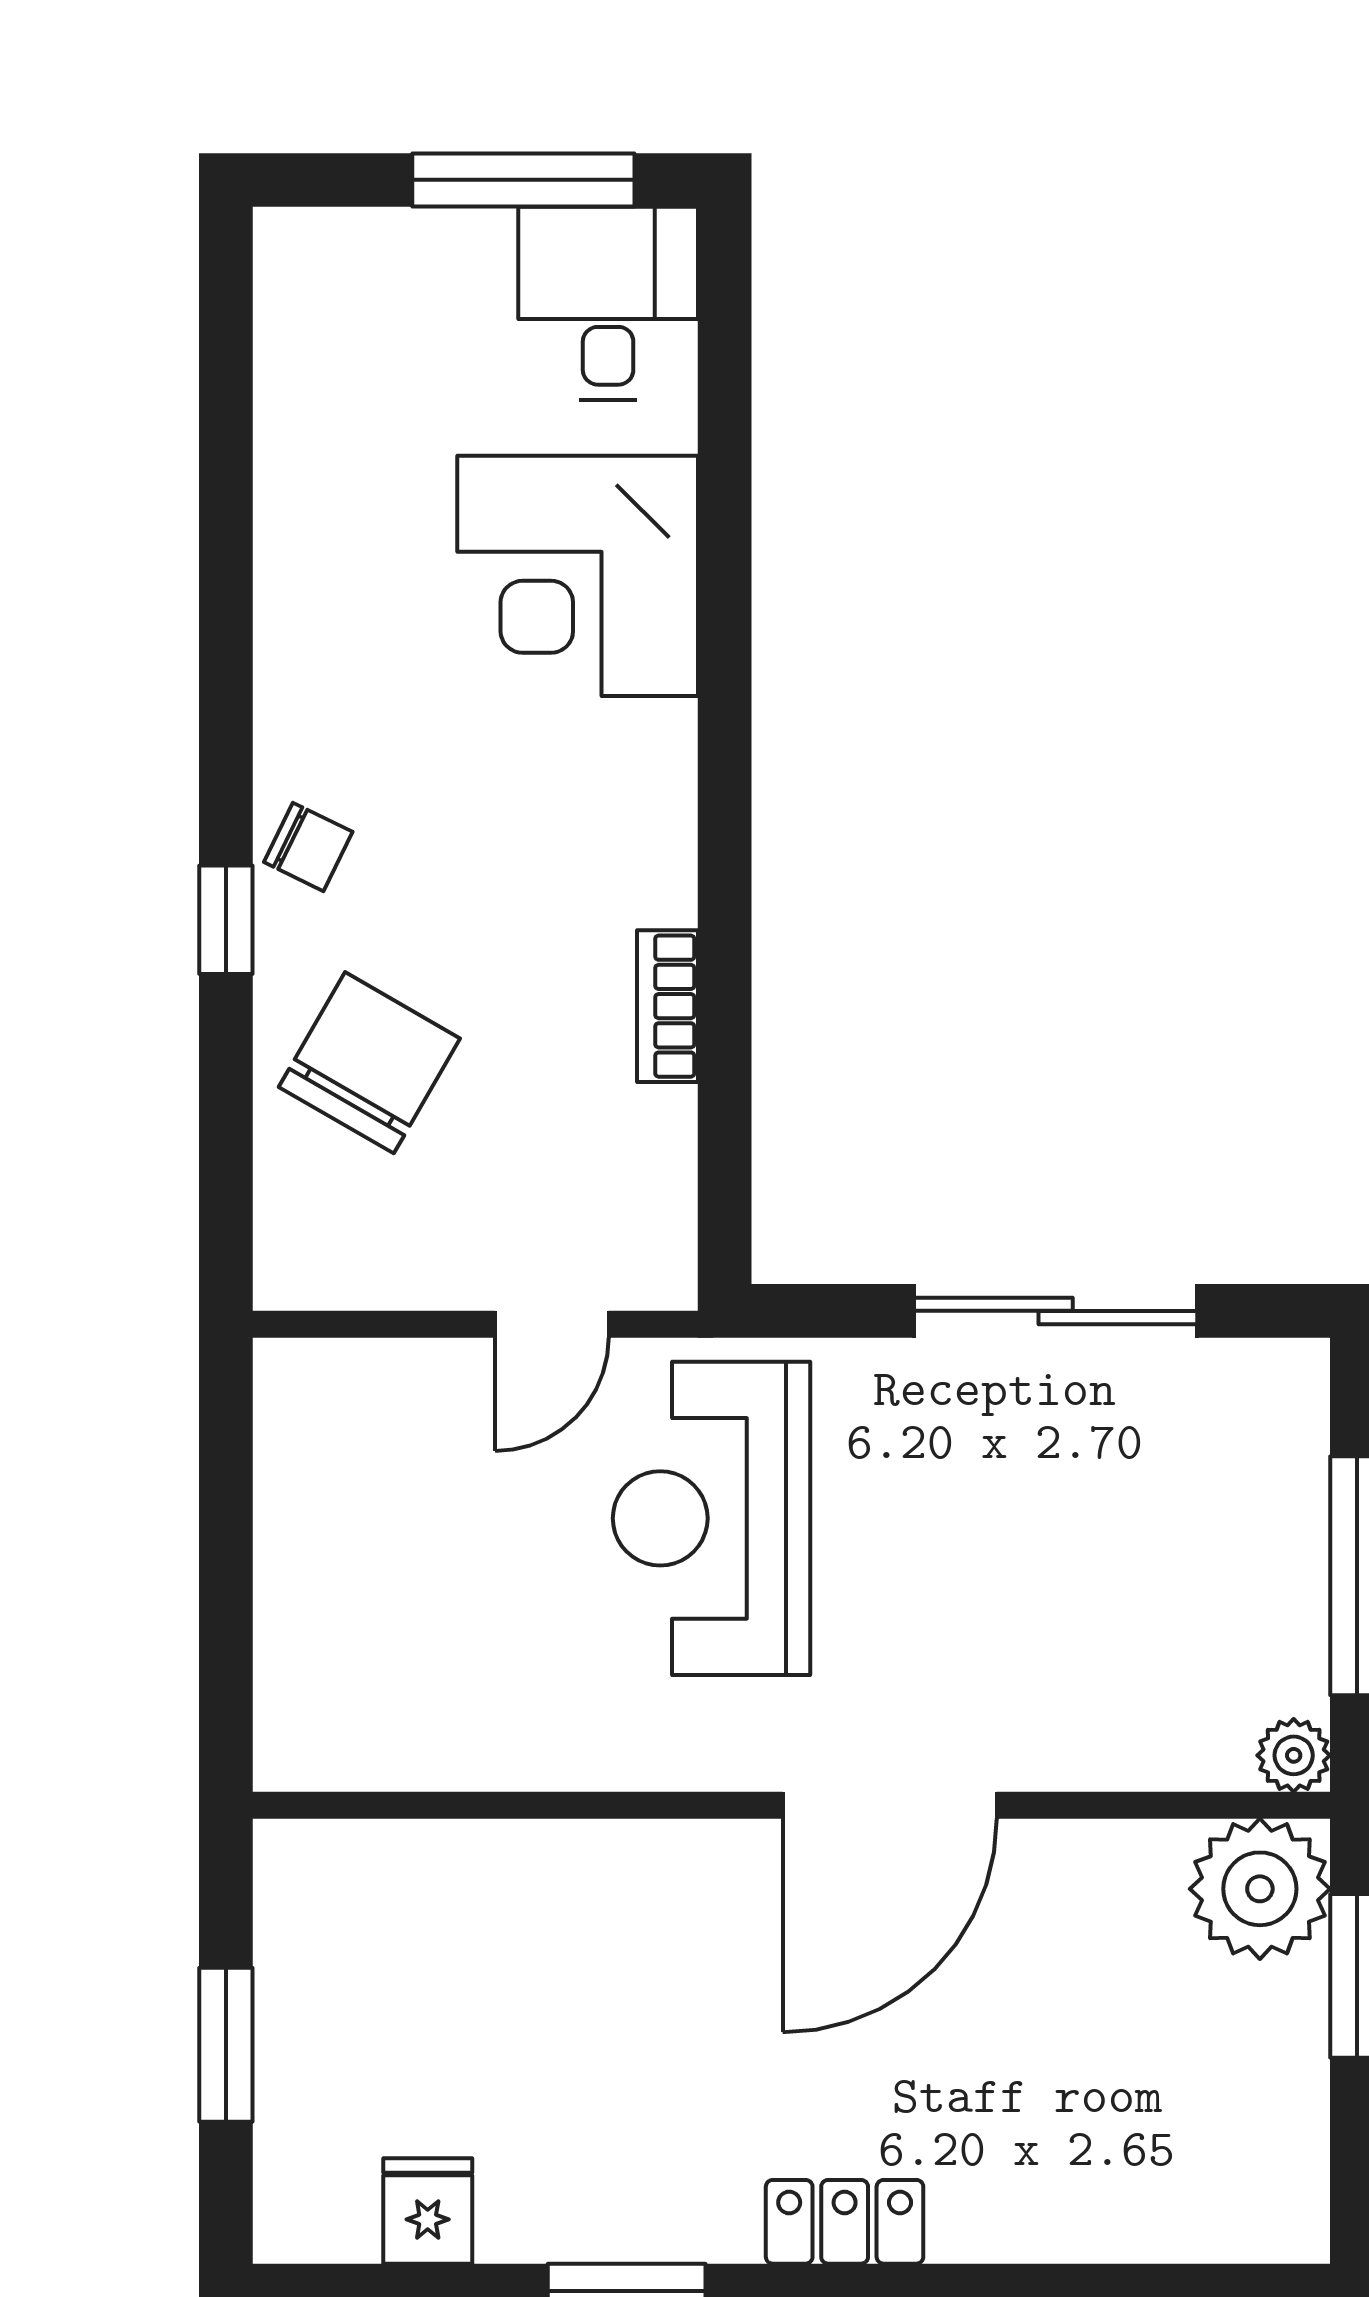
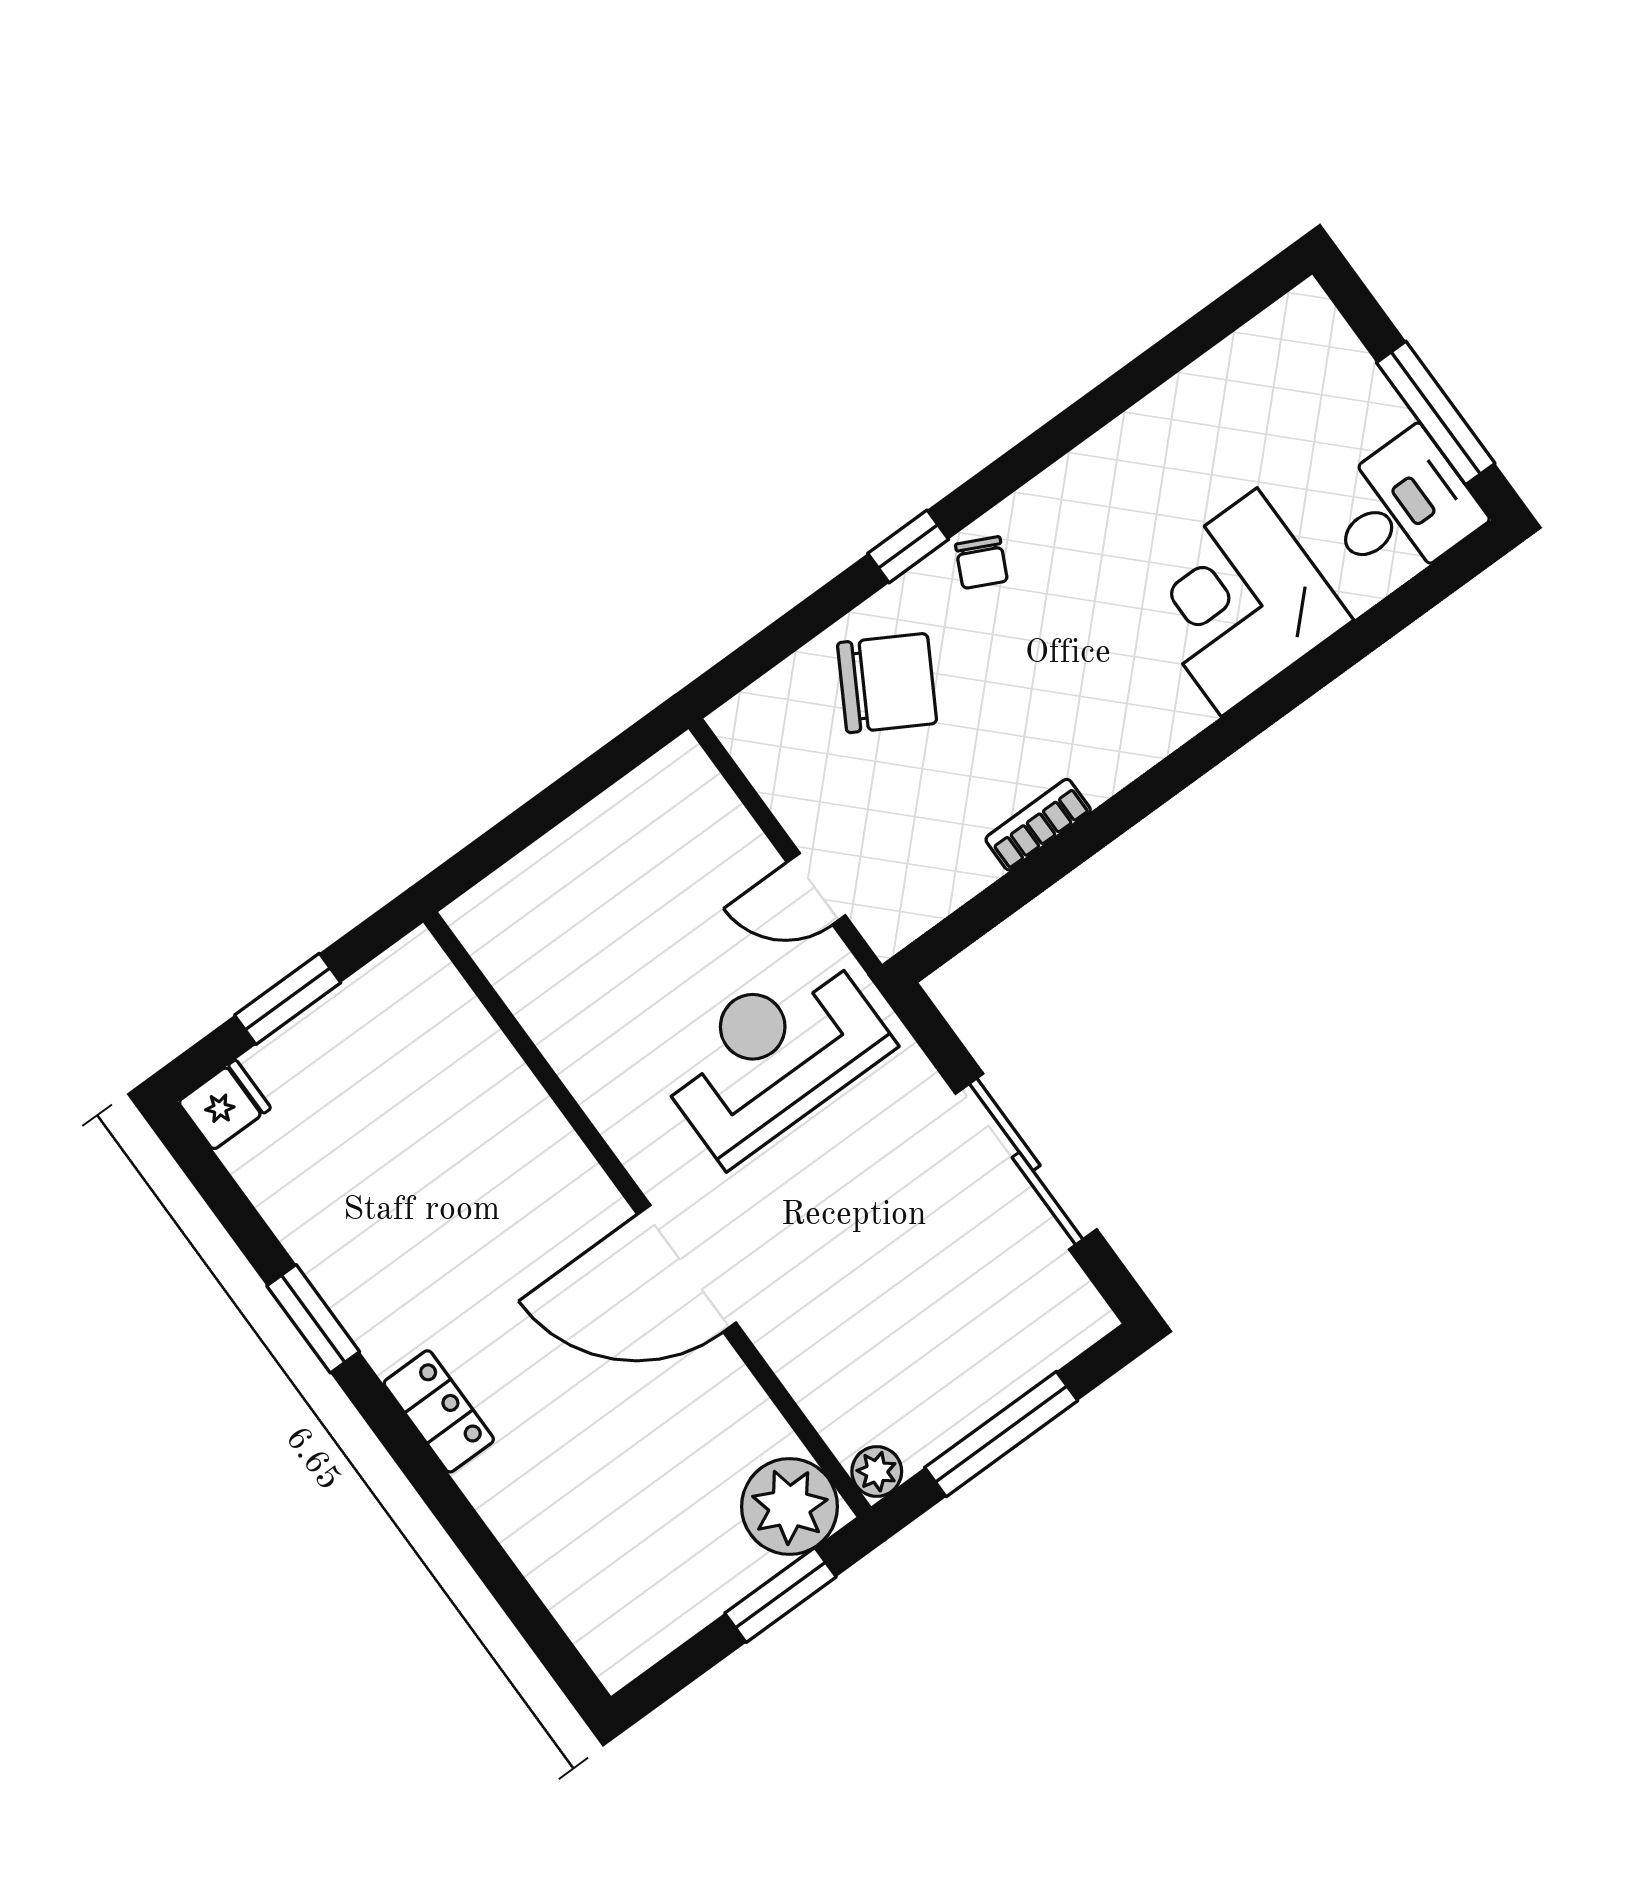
fridge: (428, 2211) -> (225, 1105), moved

